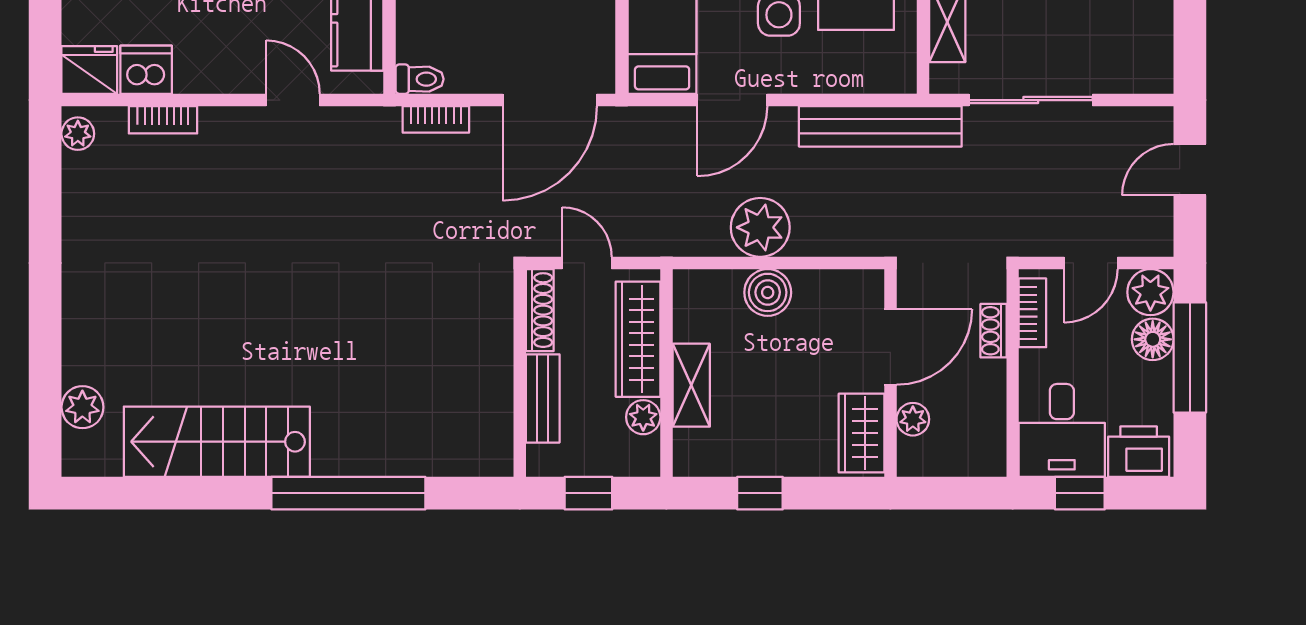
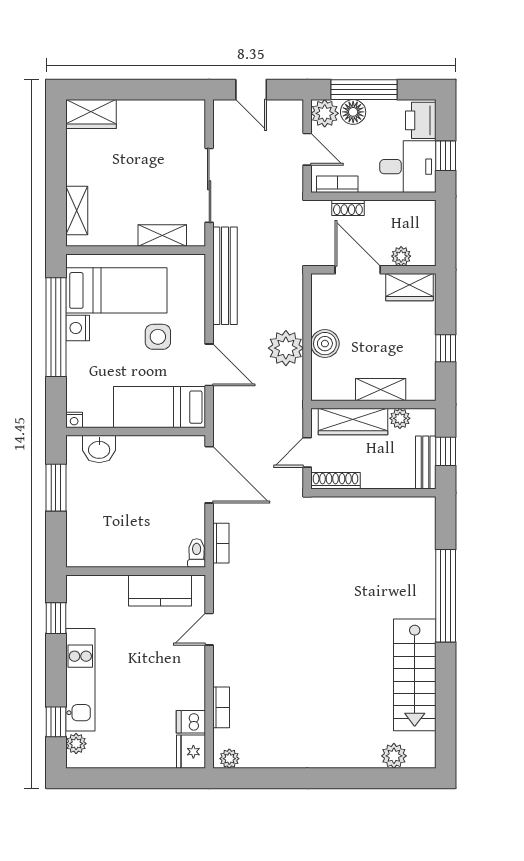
dishwasher: (146, 70) -> (191, 722), width x0.73
bench: (543, 398) -> (426, 463), moved, turned 90

